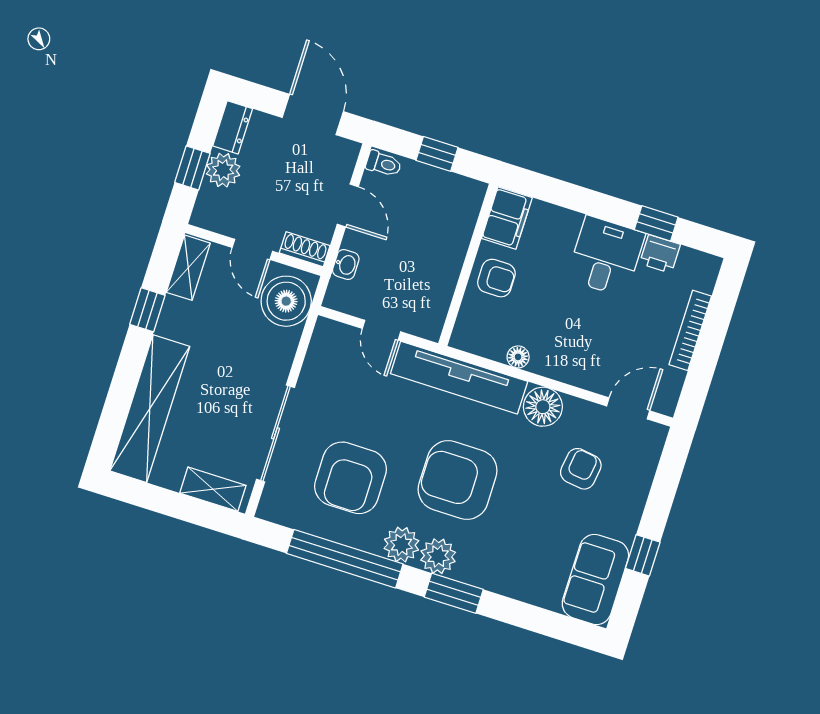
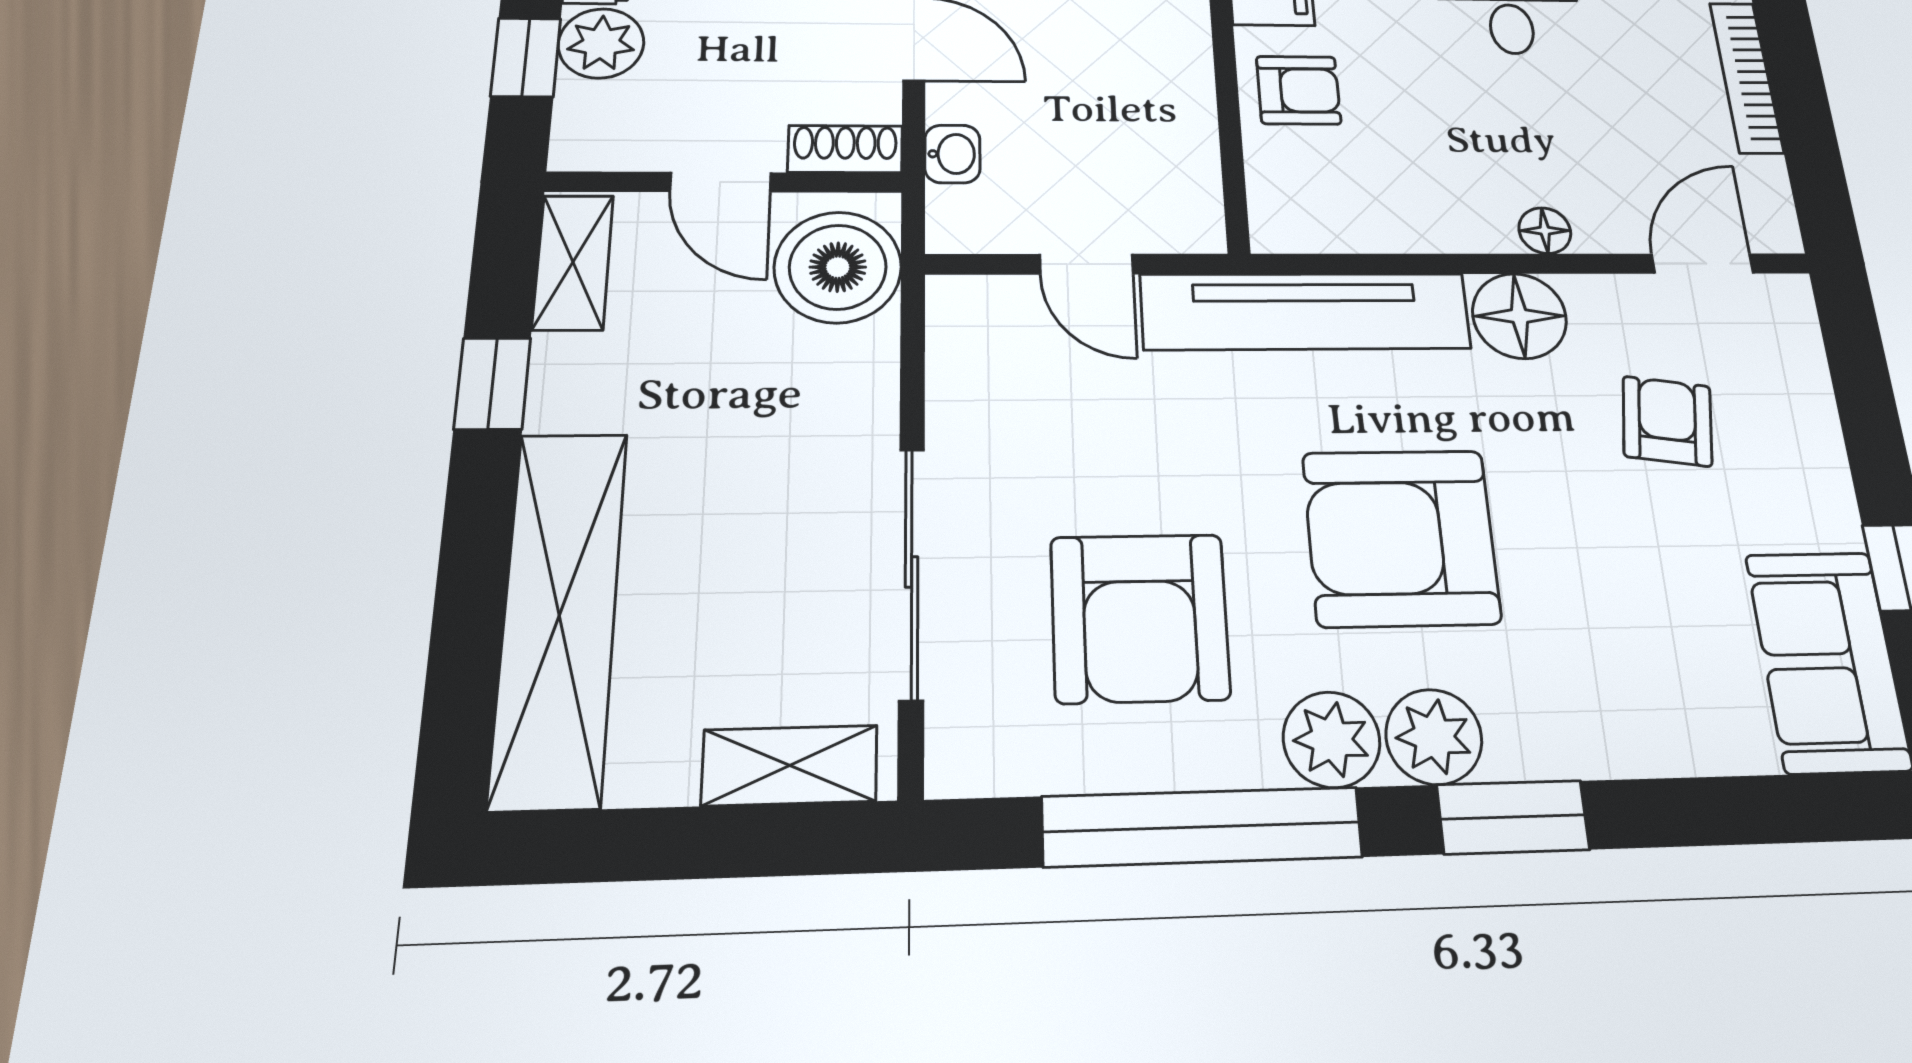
floor lamp: (518, 357) -> (1545, 231), moved

